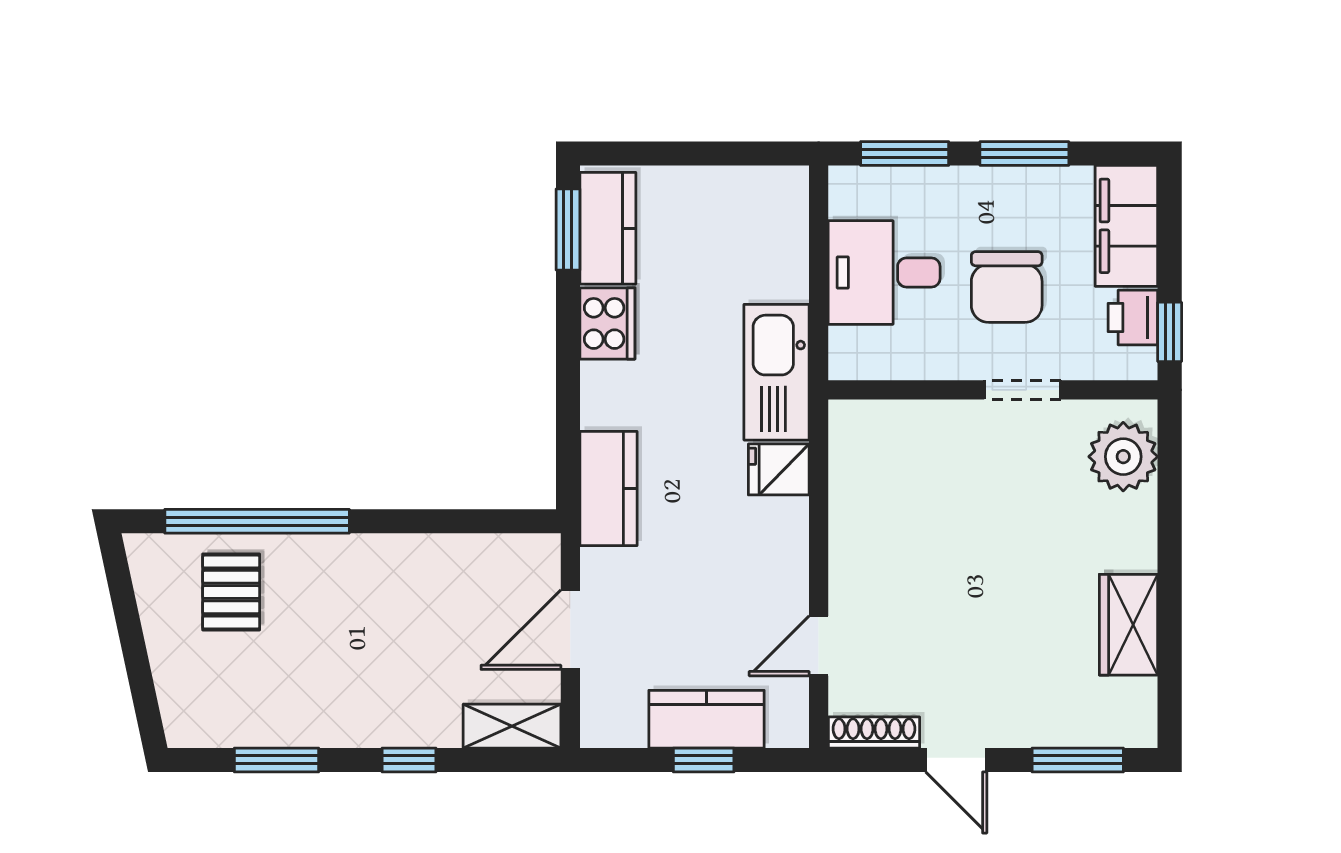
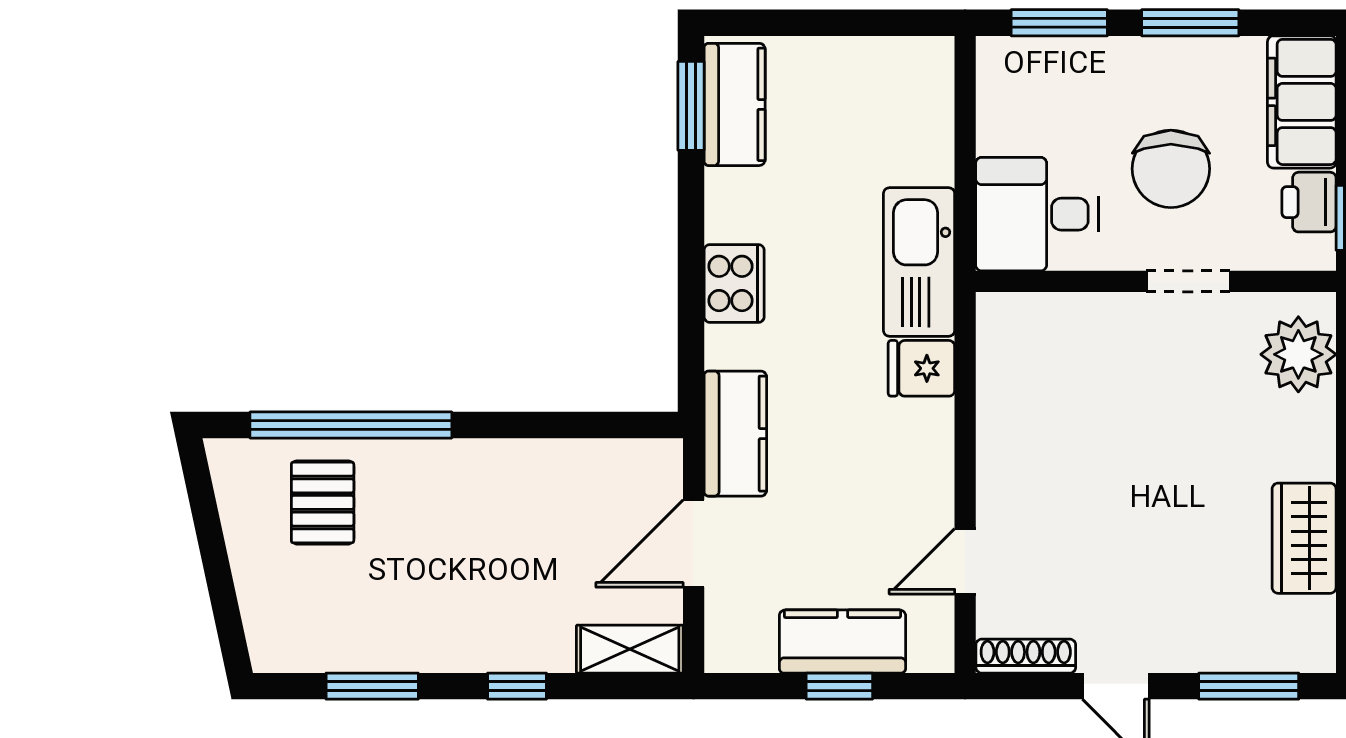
desk: (884, 273) -> (1037, 214), moved
cooker: (607, 323) -> (734, 283), moved
kitchen counter: (608, 488) -> (735, 434), moved

